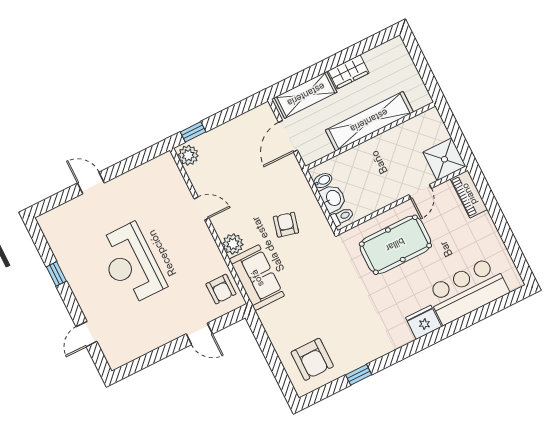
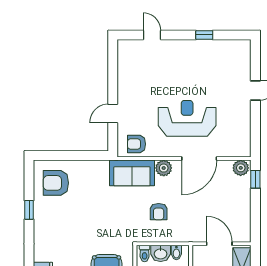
door: (201, 208) -> (199, 158), width x1.88
armchair: (286, 225) -> (159, 212), turned 76
reception desk: (131, 264) -> (187, 118), moved

